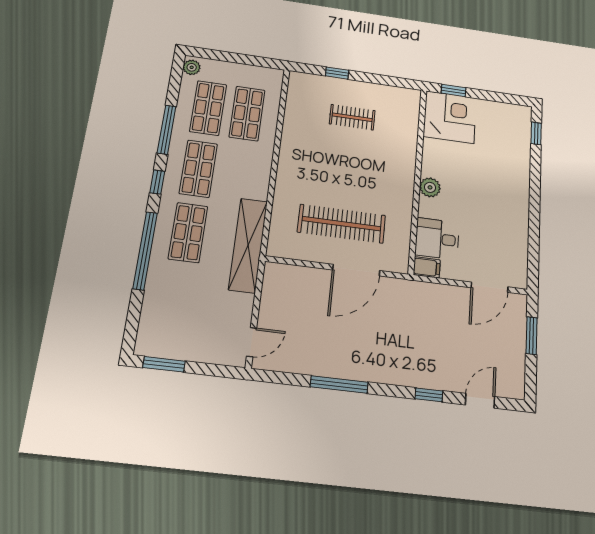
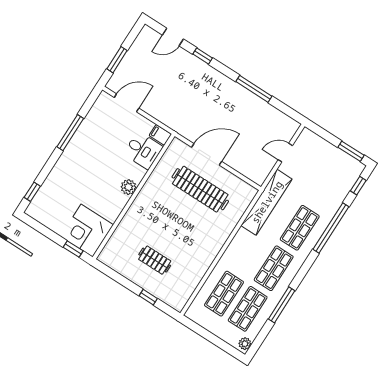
window: (157, 182) -> (358, 186), moved
window: (534, 220) -> (70, 133), added
door: (252, 342) -> (285, 153), moved

